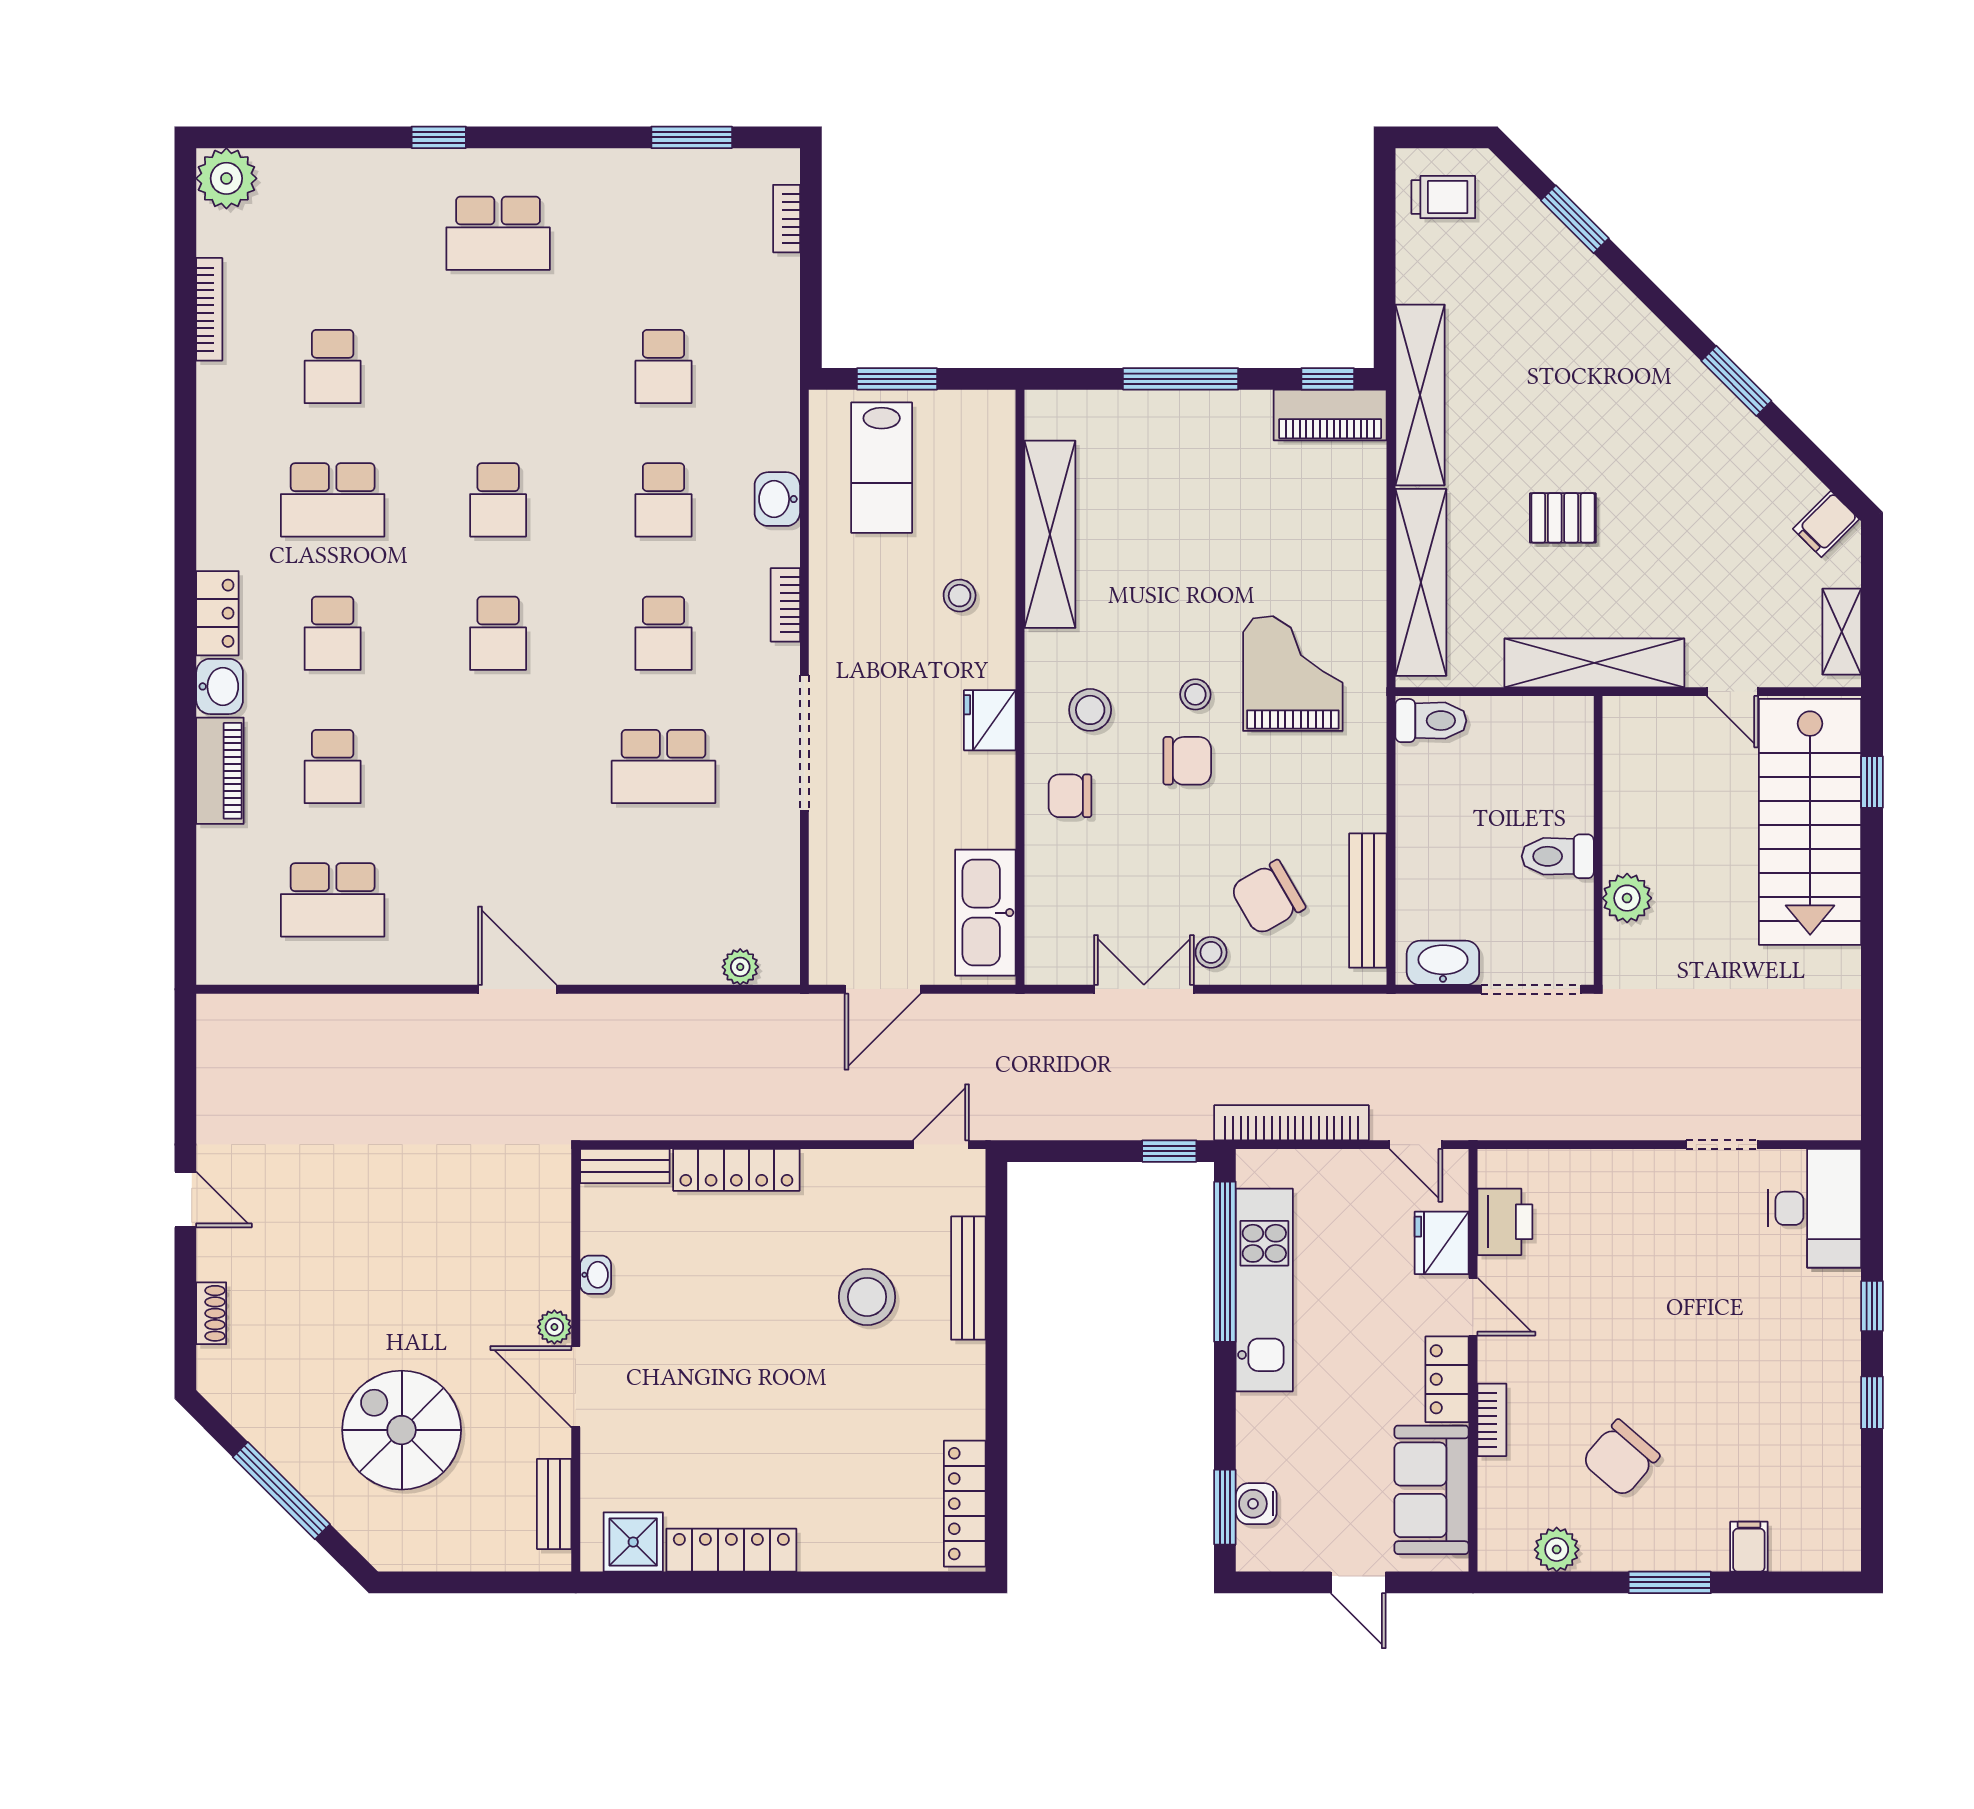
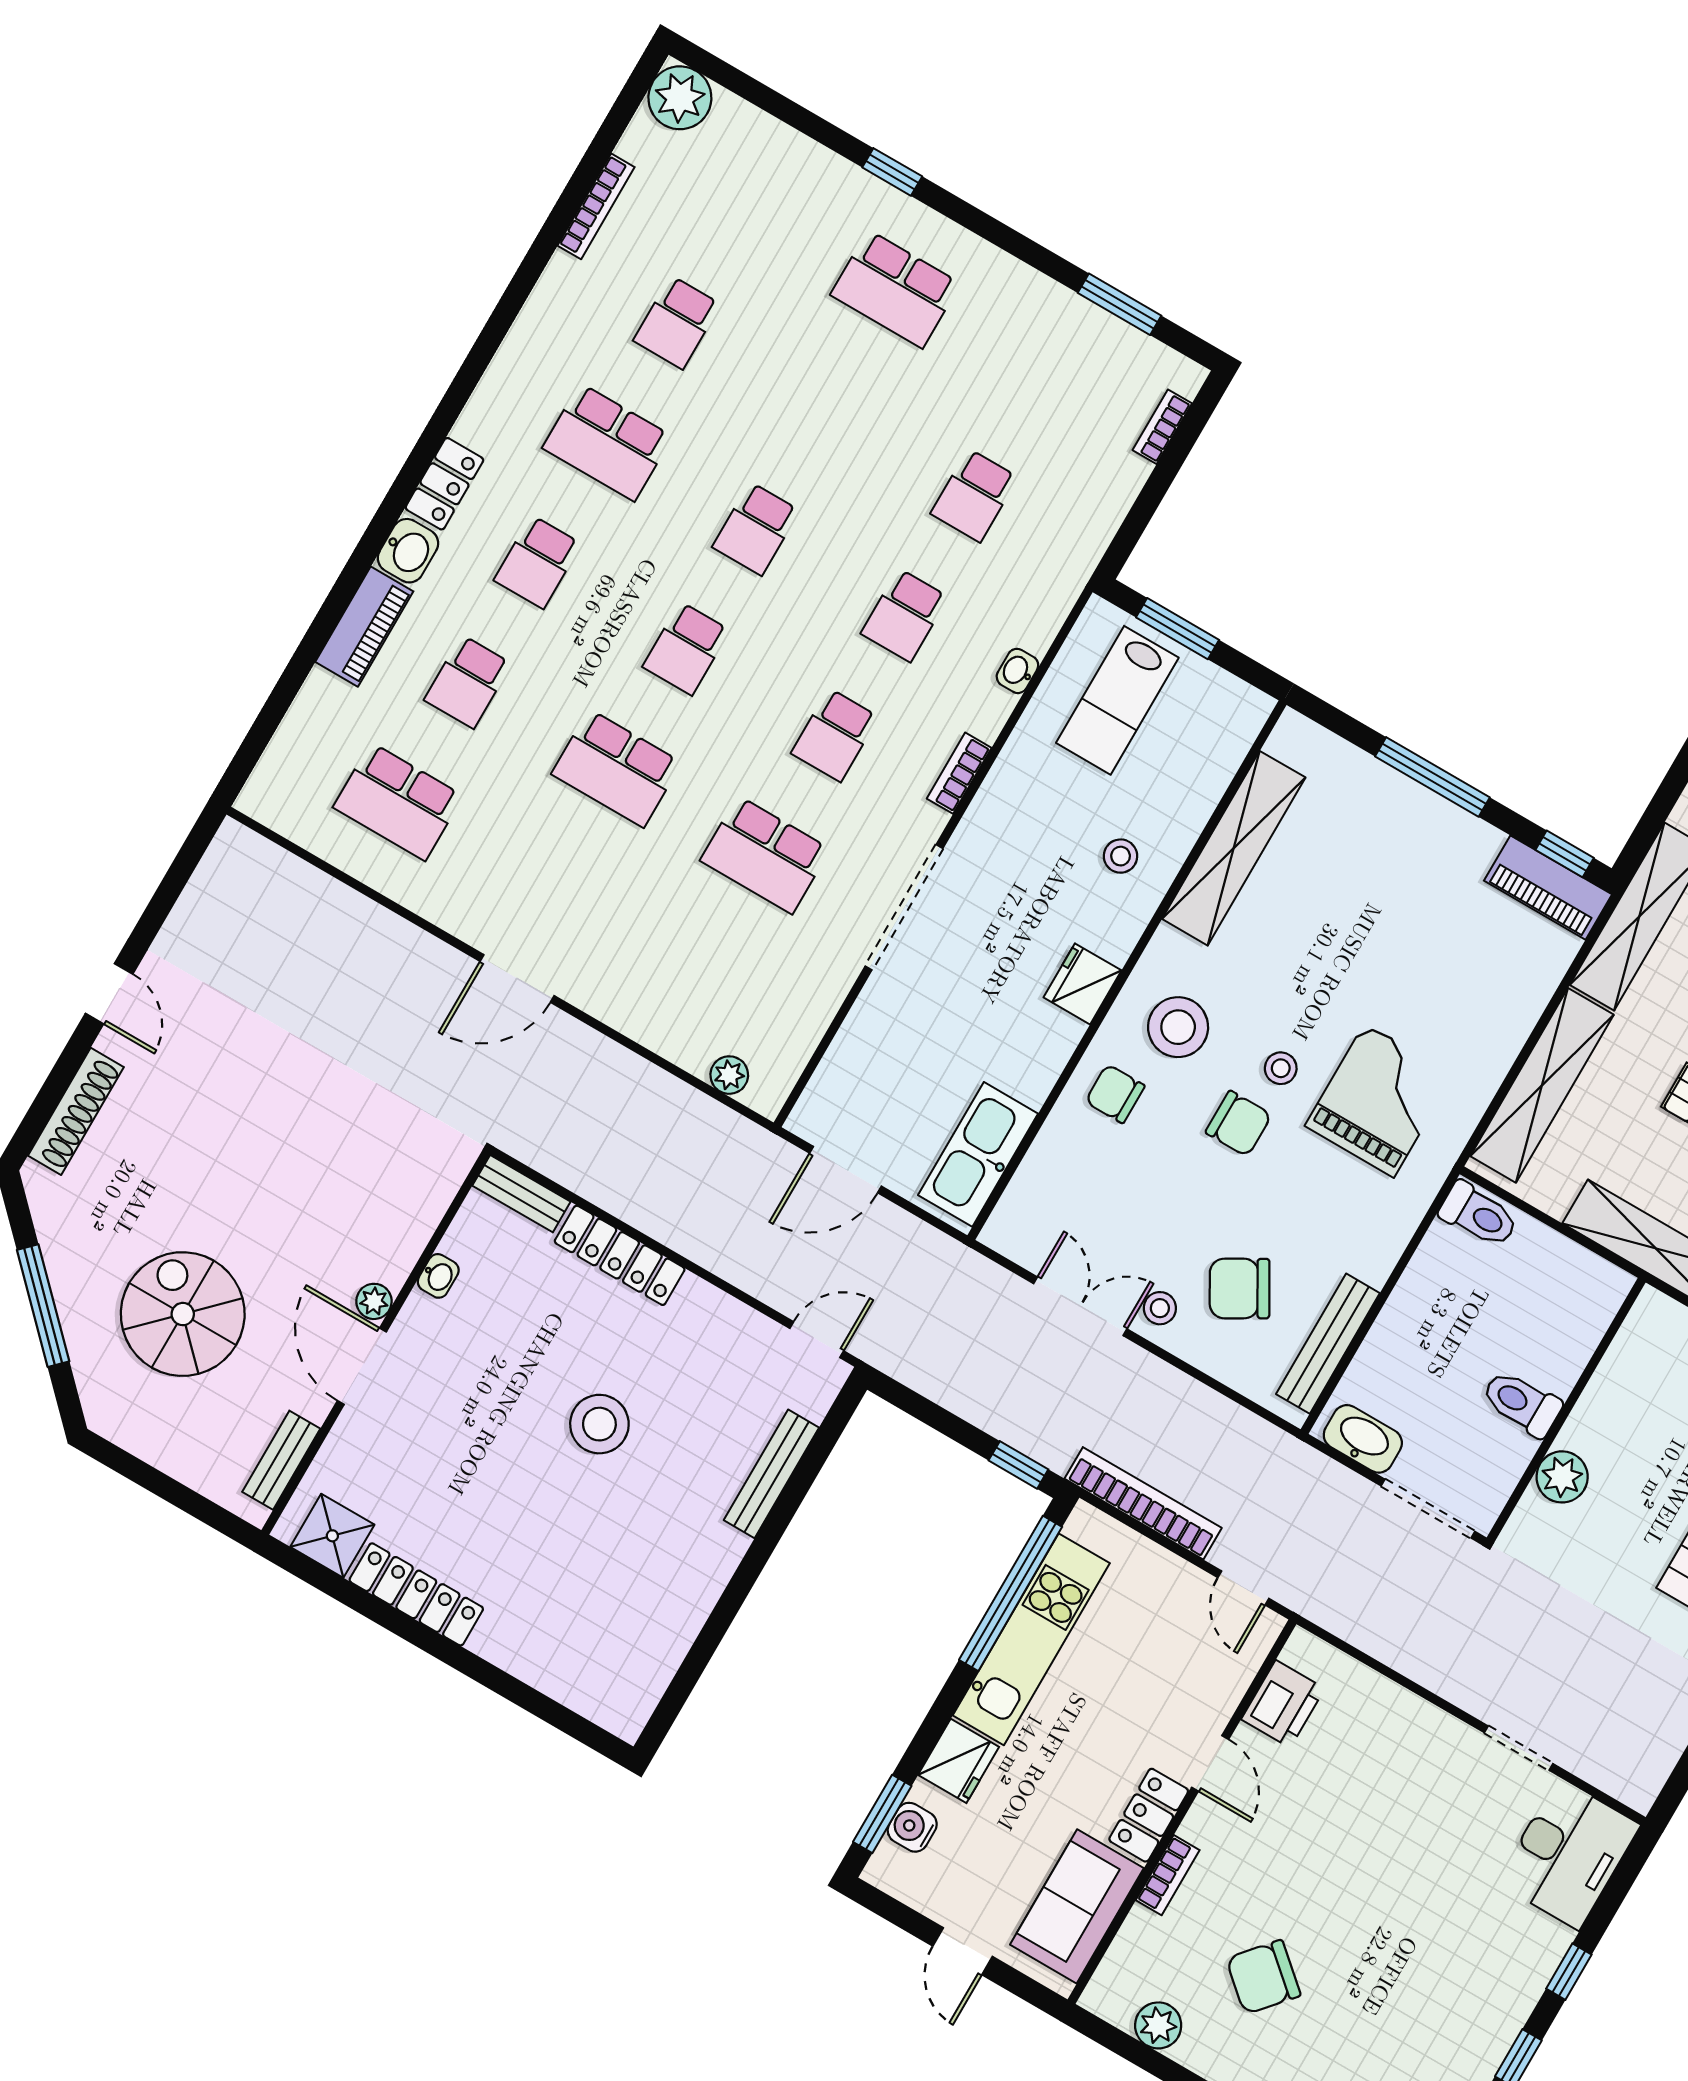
washbasin: (777, 499) -> (1017, 671), width x0.72, depth x0.69
stool: (1090, 710) -> (1178, 1027), width x1.38, depth x1.38
school desk: (498, 767) -> (616, 768), added
door: (517, 989) -> (517, 979), swing flipped
fridge: (1442, 1243) -> (959, 1761), moved, turned 180
stool: (867, 1297) -> (599, 1424), moved
shoe rack: (211, 1313) -> (76, 1111), width x1.94, depth x1.24
locker: (965, 1504) -> (650, 1675), removed

